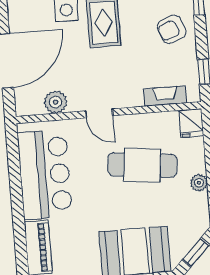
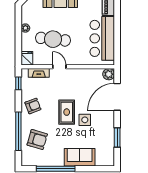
plant: (56, 102) -> (109, 74), moved
door: (99, 113) -> (59, 67), moved

